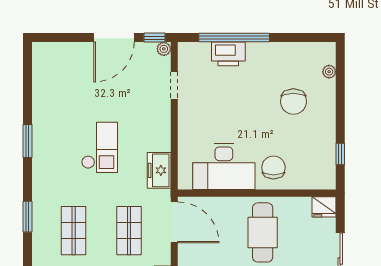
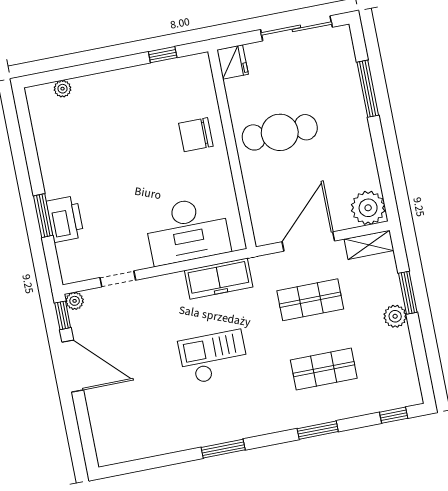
window: (234, 38) -> (43, 216), width x0.47
chair: (293, 102) -> (109, 126), removed
desk: (224, 166) -> (187, 230), moved, turned 90
freezer: (159, 170) -> (219, 279), width x1.40
door: (174, 222) -> (308, 241), moved

